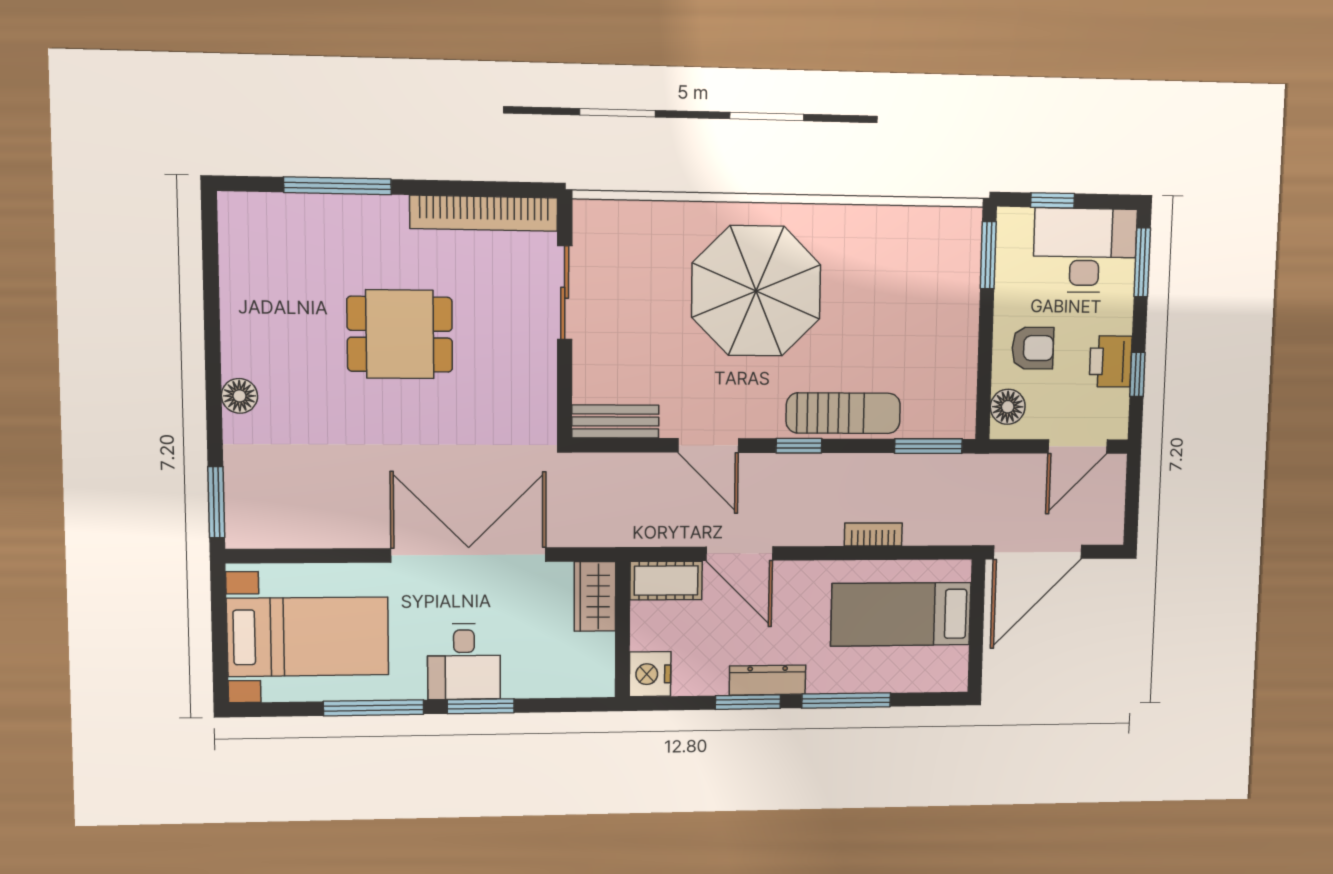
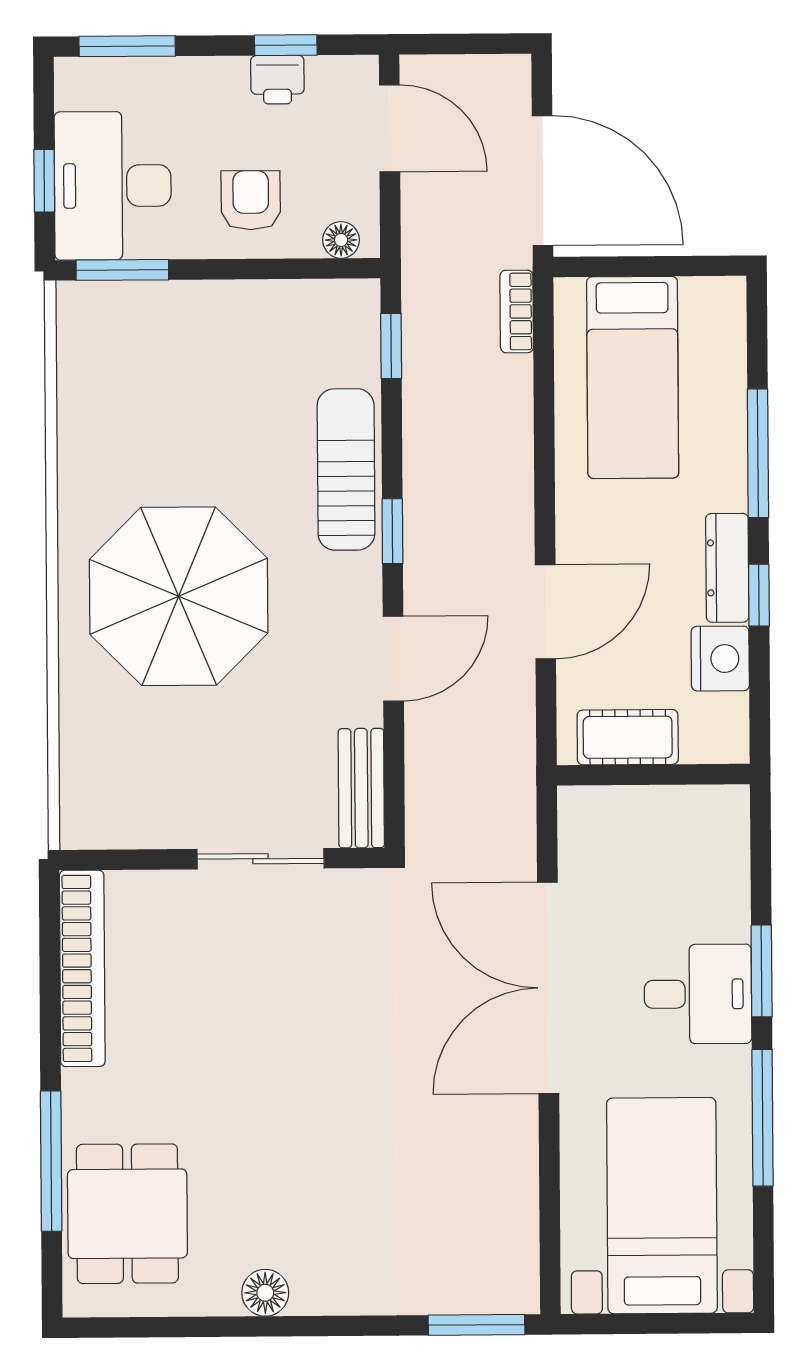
desk: (1085, 250) -> (113, 186), moved
sliding door: (565, 293) -> (261, 859), moved
dining table: (400, 334) -> (127, 1214), moved
printer: (1111, 361) -> (277, 80), width x0.73, depth x0.81
floor lamp: (239, 396) -> (265, 1293), moved
floor lamp: (1008, 407) -> (341, 240), width x0.73, depth x0.73
window: (928, 446) -> (391, 346), width x0.67
bookcase: (873, 534) -> (517, 311), moved
cot: (666, 581) -> (628, 737), moved, turned 90
wardrobe: (595, 596) -> (606, 814), removed
nightstand: (650, 674) -> (720, 659), moved, turned -90
window: (748, 702) -> (759, 595), width x0.67

